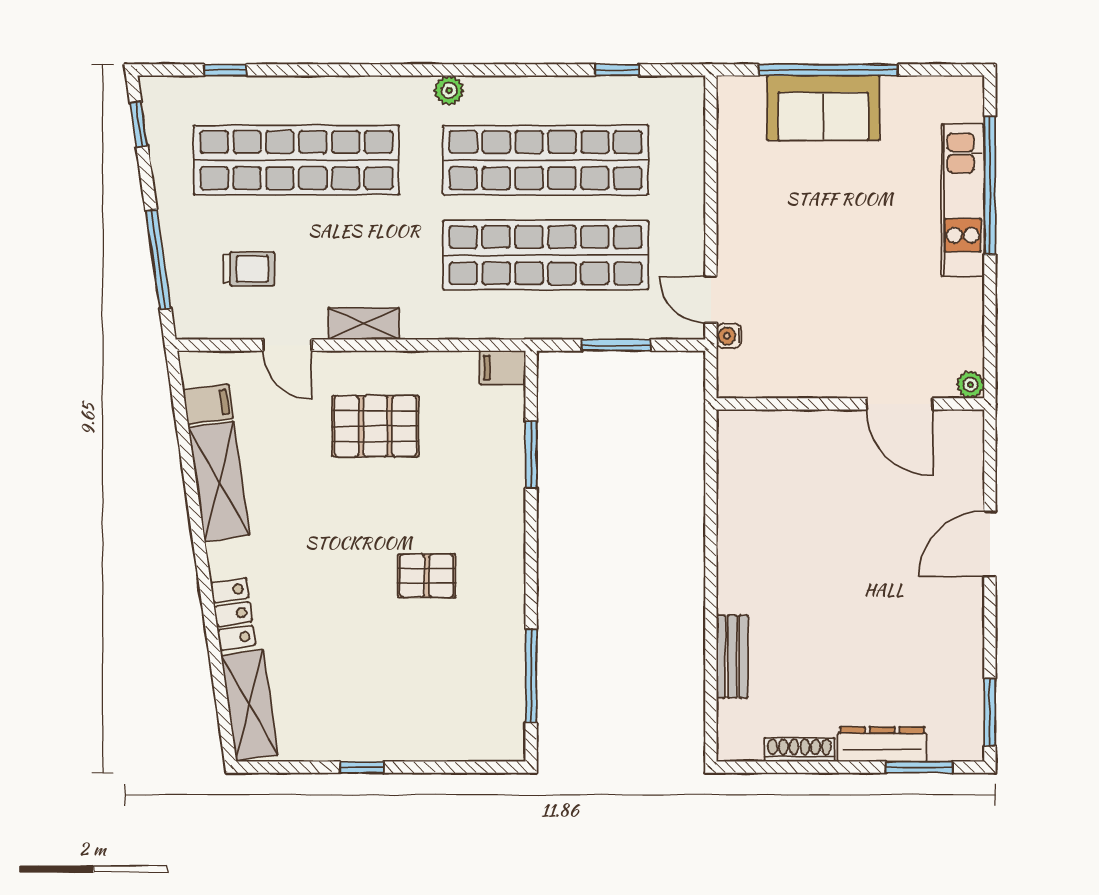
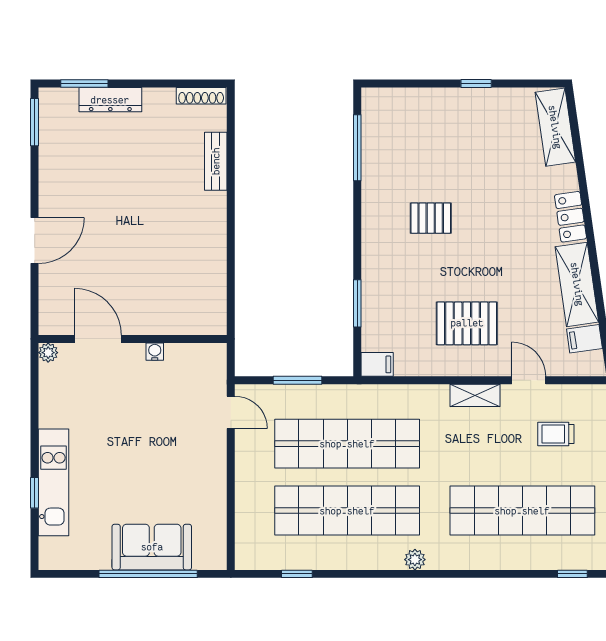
window: (990, 185) -> (35, 493), width x0.32
water cooler: (729, 336) -> (155, 352), moved, turned -90
locker: (233, 614) -> (570, 217), moved
shoe rack: (799, 750) -> (201, 96), moved

